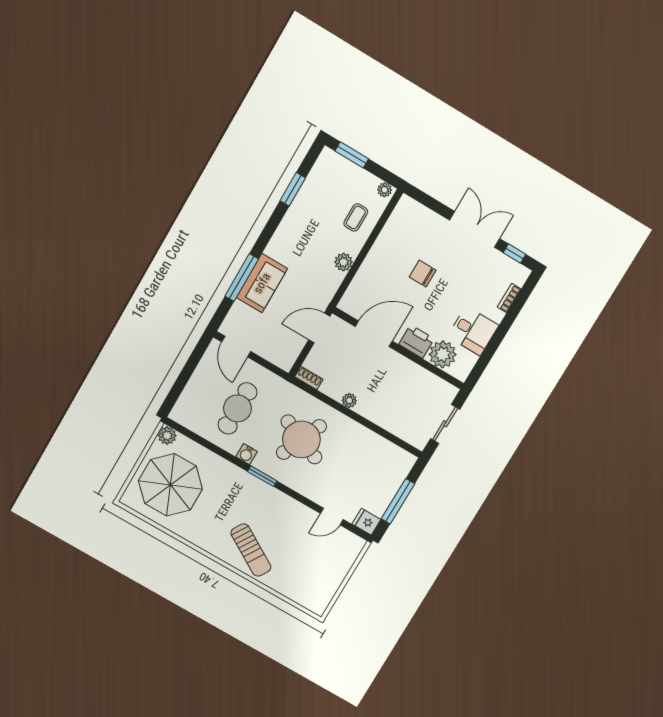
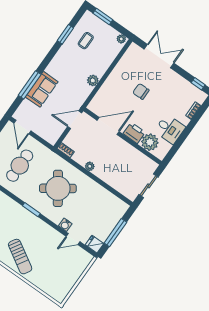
coffee table: (356, 217) -> (86, 41), moved
double door: (475, 229) -> (159, 56), moved
round table: (301, 439) -> (58, 188), turned 32
water cooler: (246, 454) -> (65, 225), moved

